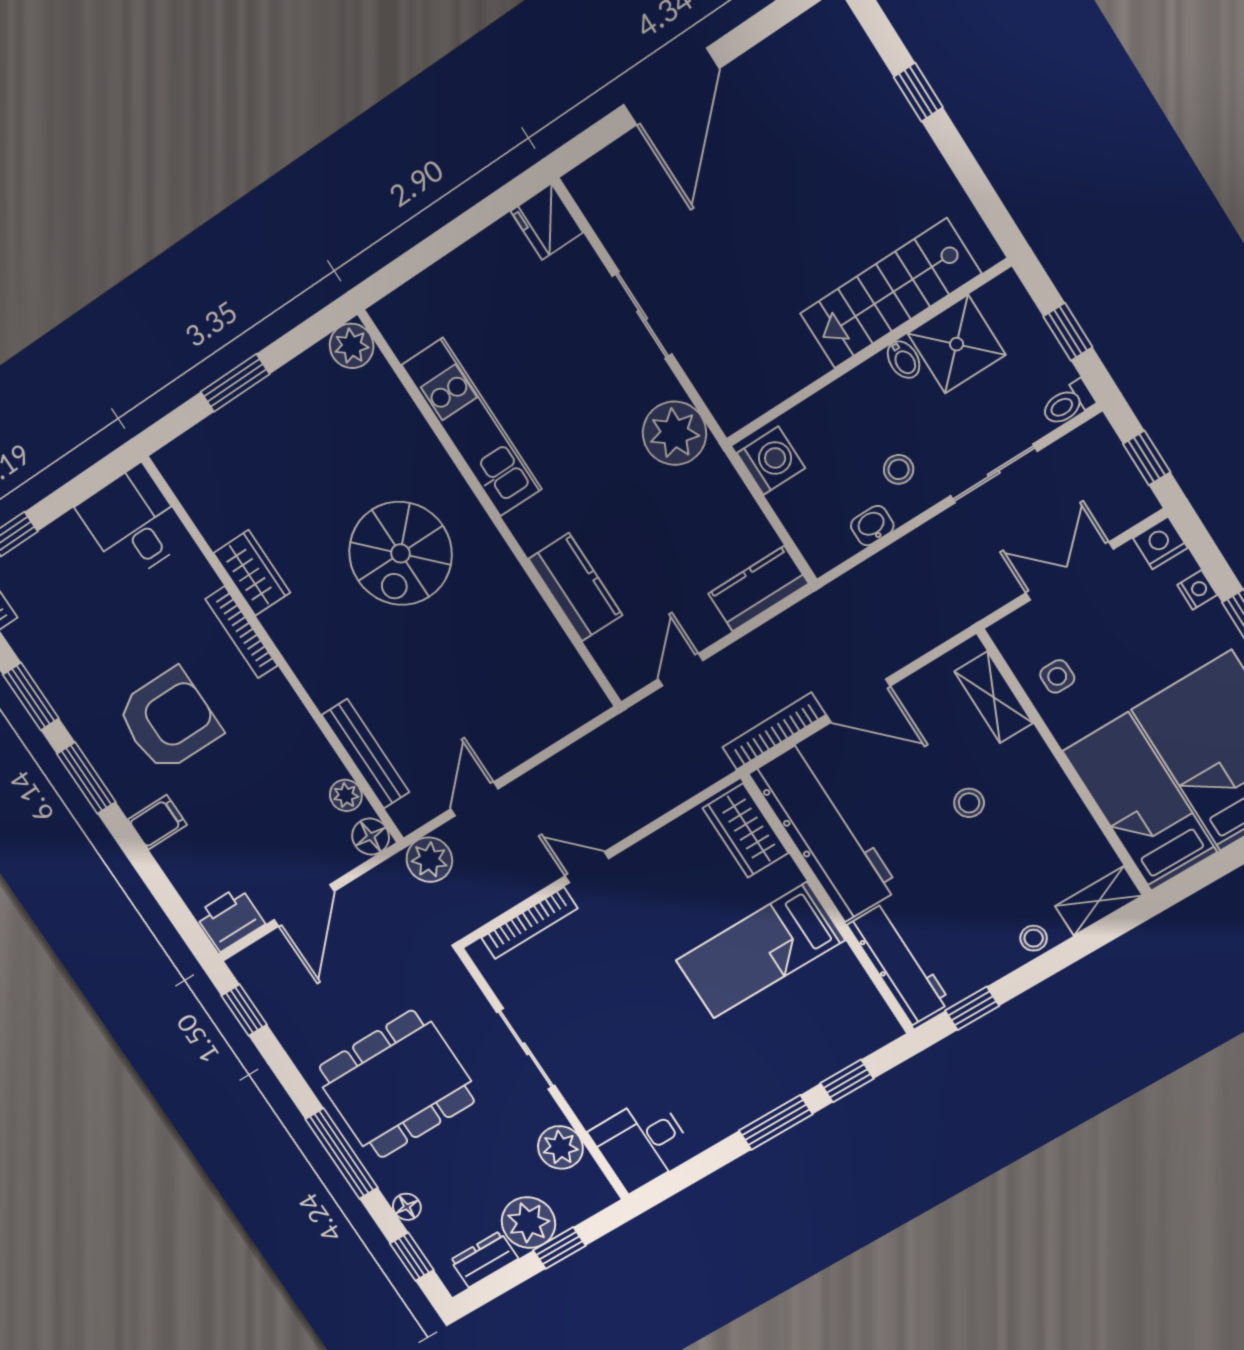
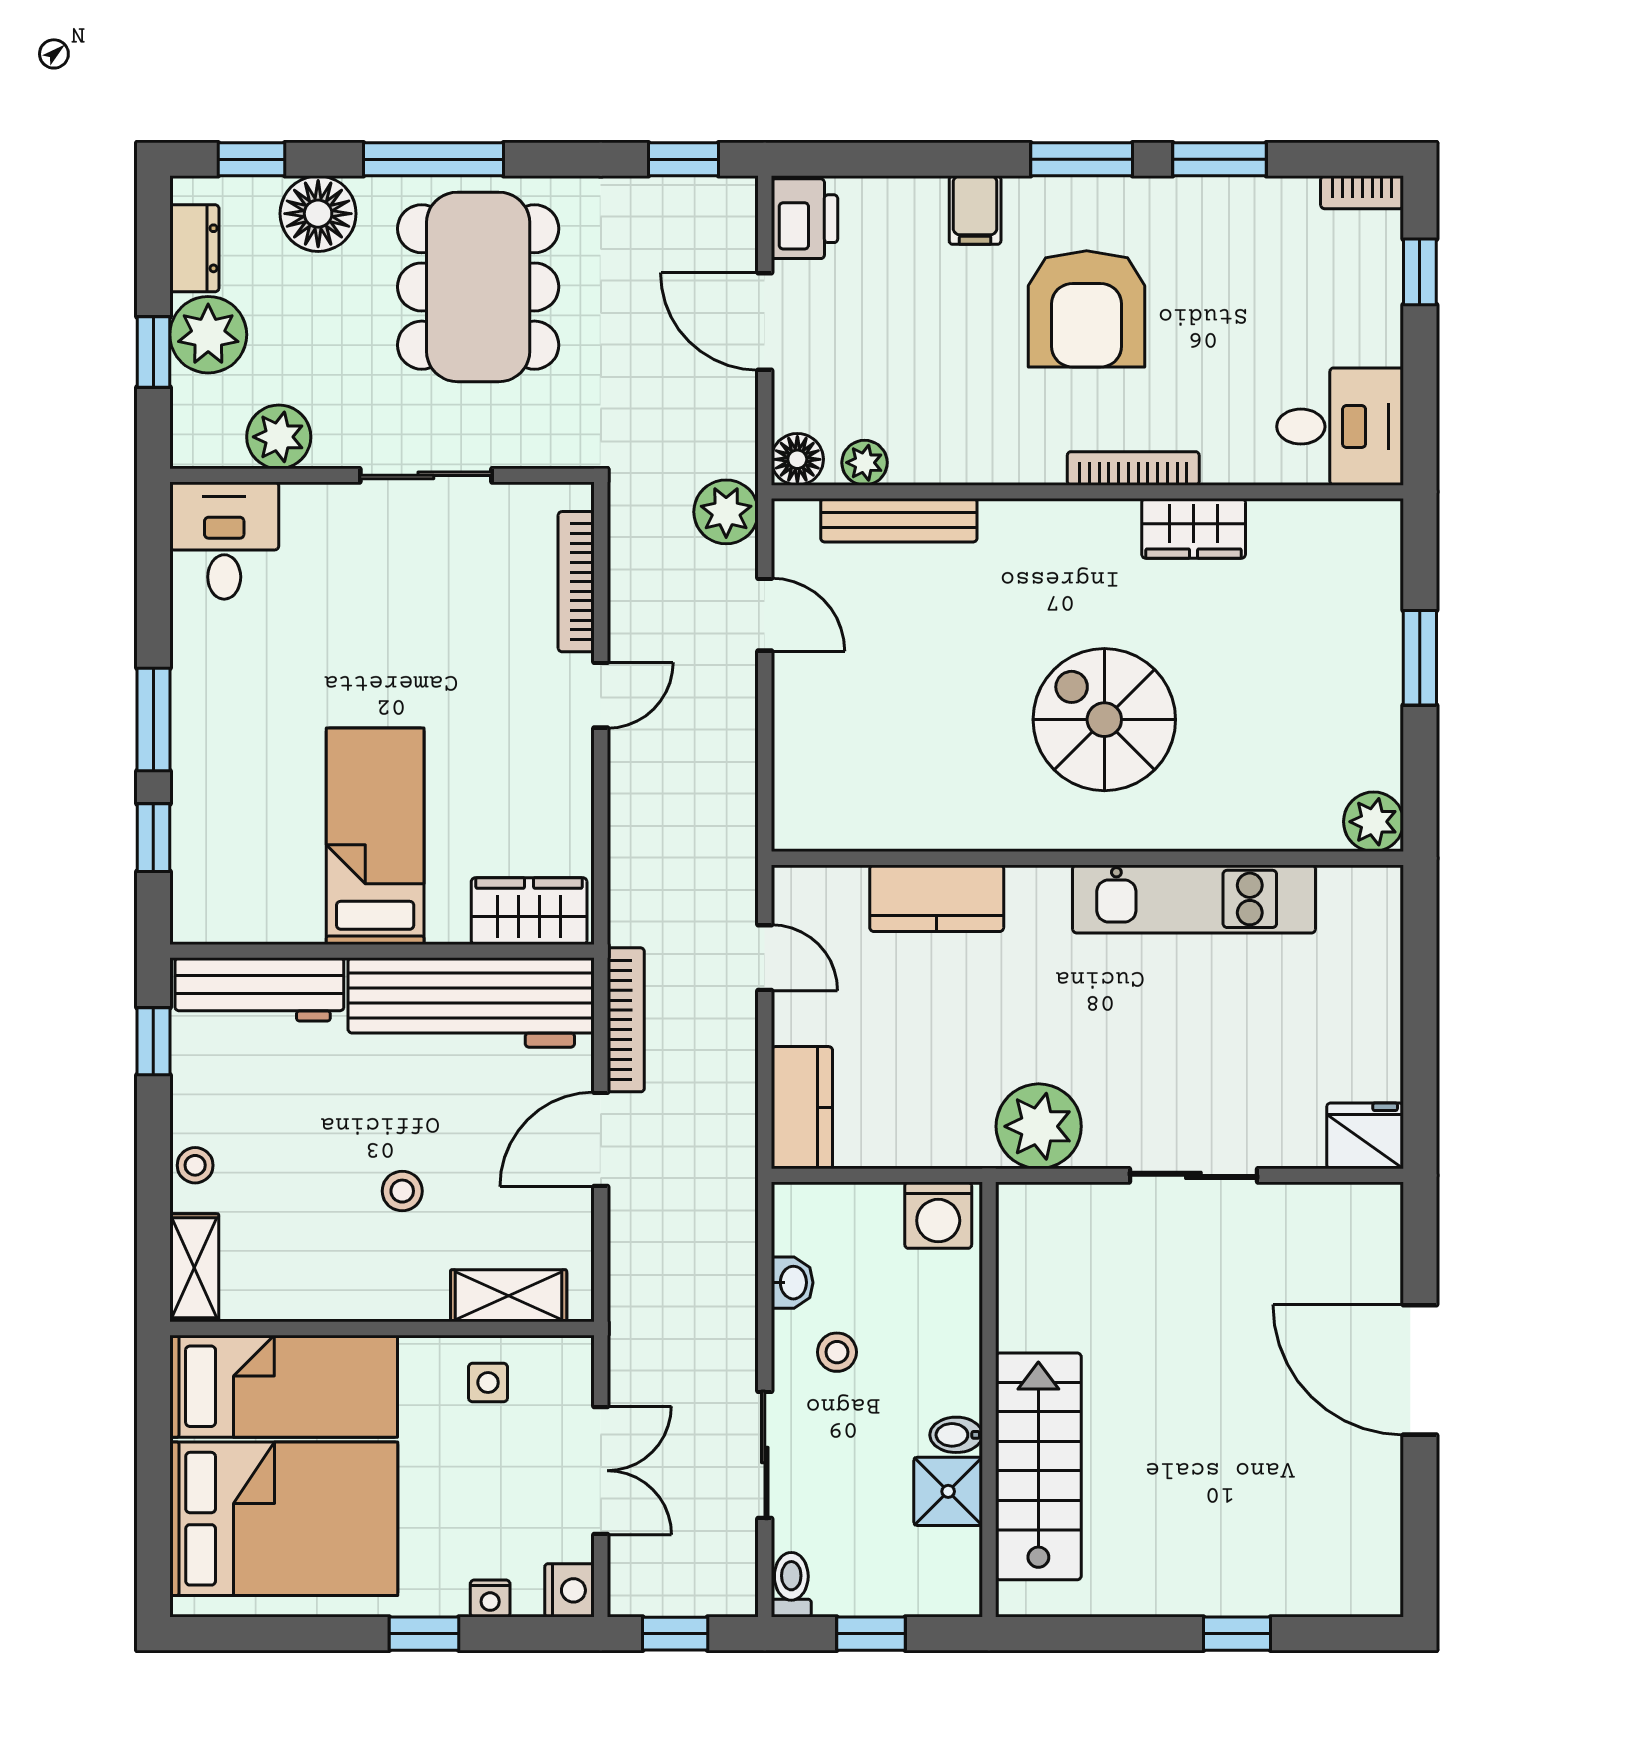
shower: (957, 344) -> (948, 1491), width x0.73, depth x0.73
floor lamp: (407, 1207) -> (318, 214), width x1.89, depth x1.89

